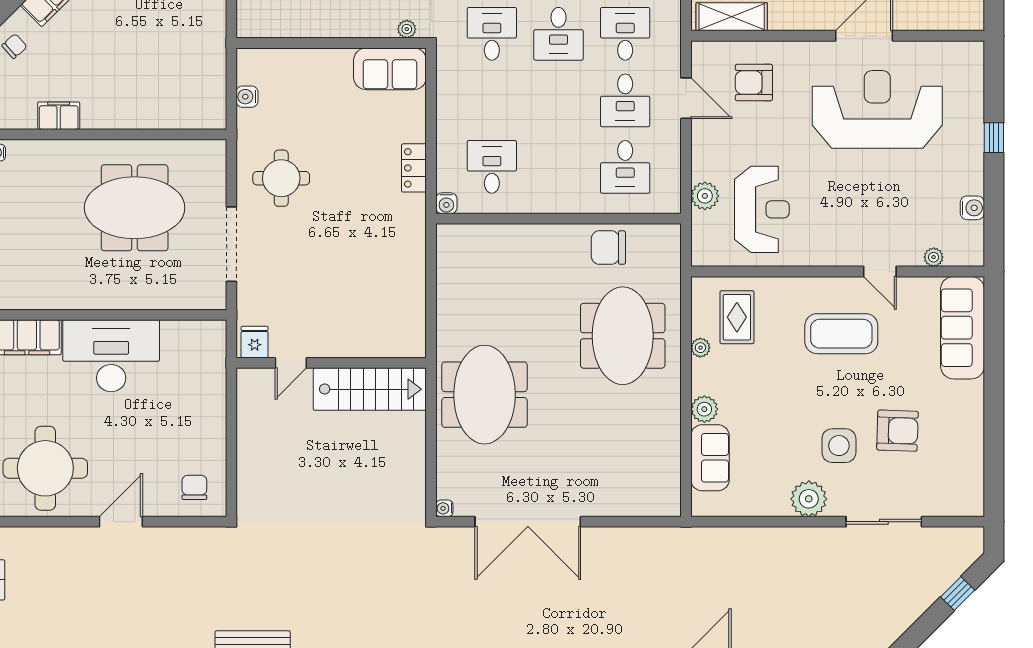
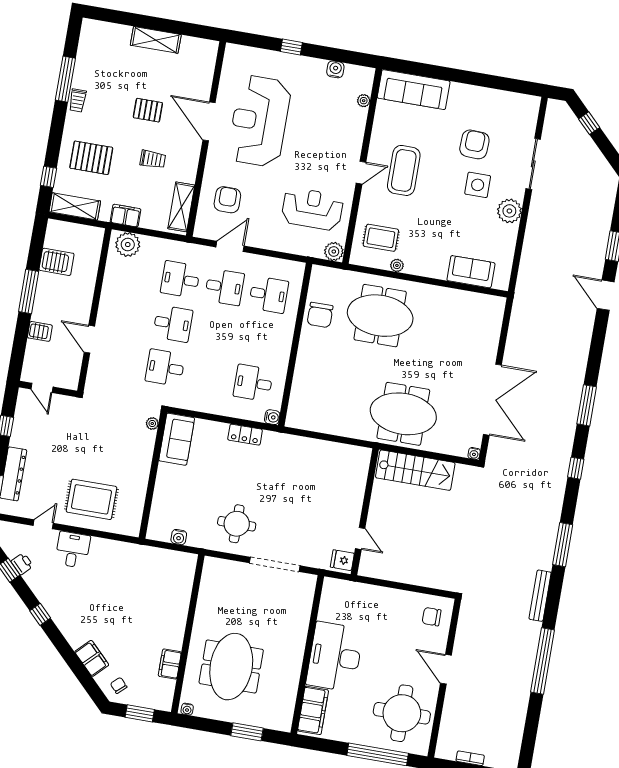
armchair: (754, 83) -> (227, 200), turned 180
plant: (705, 196) -> (334, 251), moved
meeting table: (135, 208) -> (231, 667), moved
door: (880, 272) -> (361, 173), moved
stairs: (370, 389) -> (415, 470), moved, turned 90
plant: (704, 409) -> (438, 270), removed

